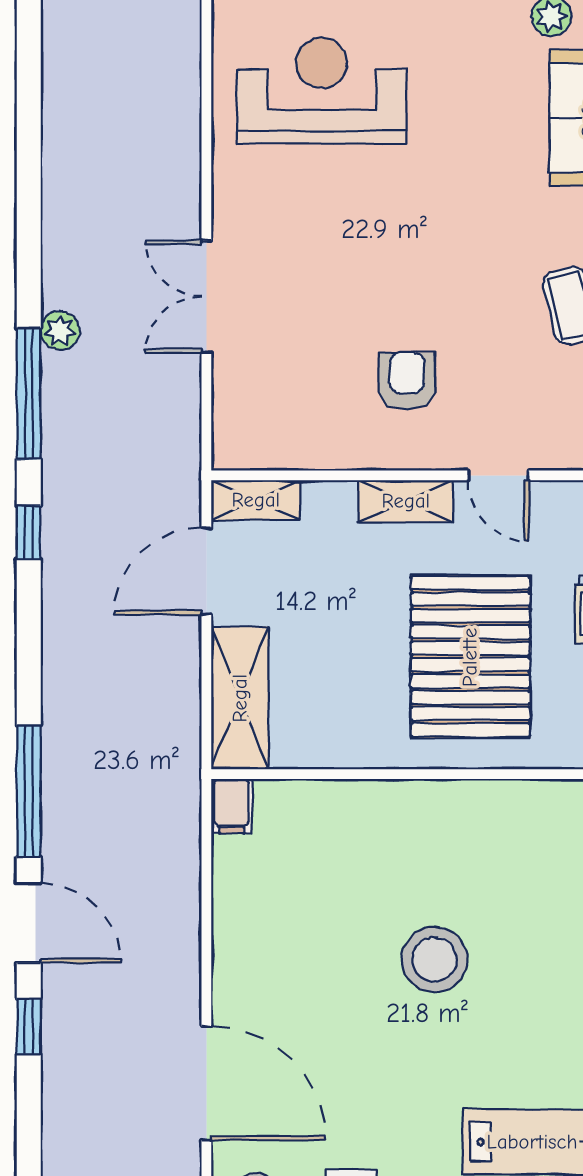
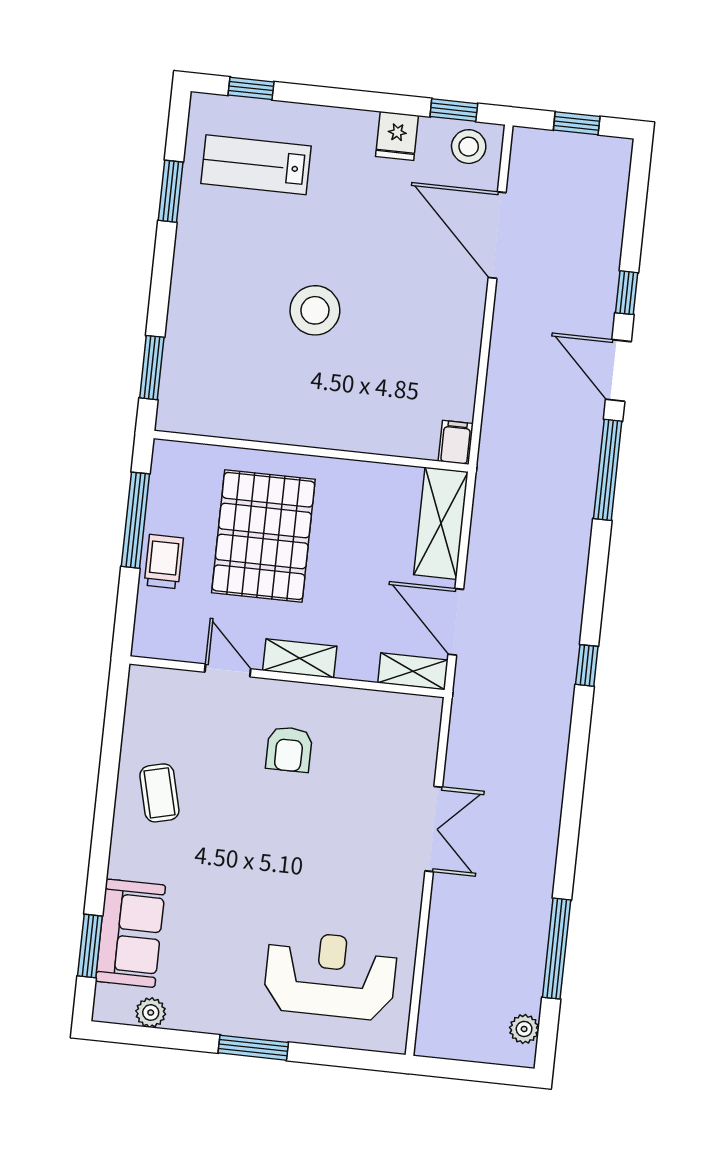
reception desk: (321, 91) -> (330, 975), turned 180
plant: (60, 331) -> (524, 1029), moved
window: (29, 394) -> (557, 949), moved
door: (206, 571) -> (456, 622), swing flipped

